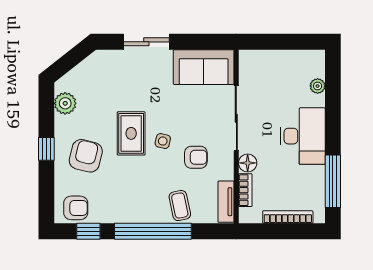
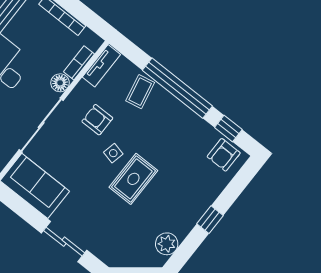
armchair: (86, 156) -> (183, 190), removed
armchair: (76, 208) -> (224, 155), turned -90

